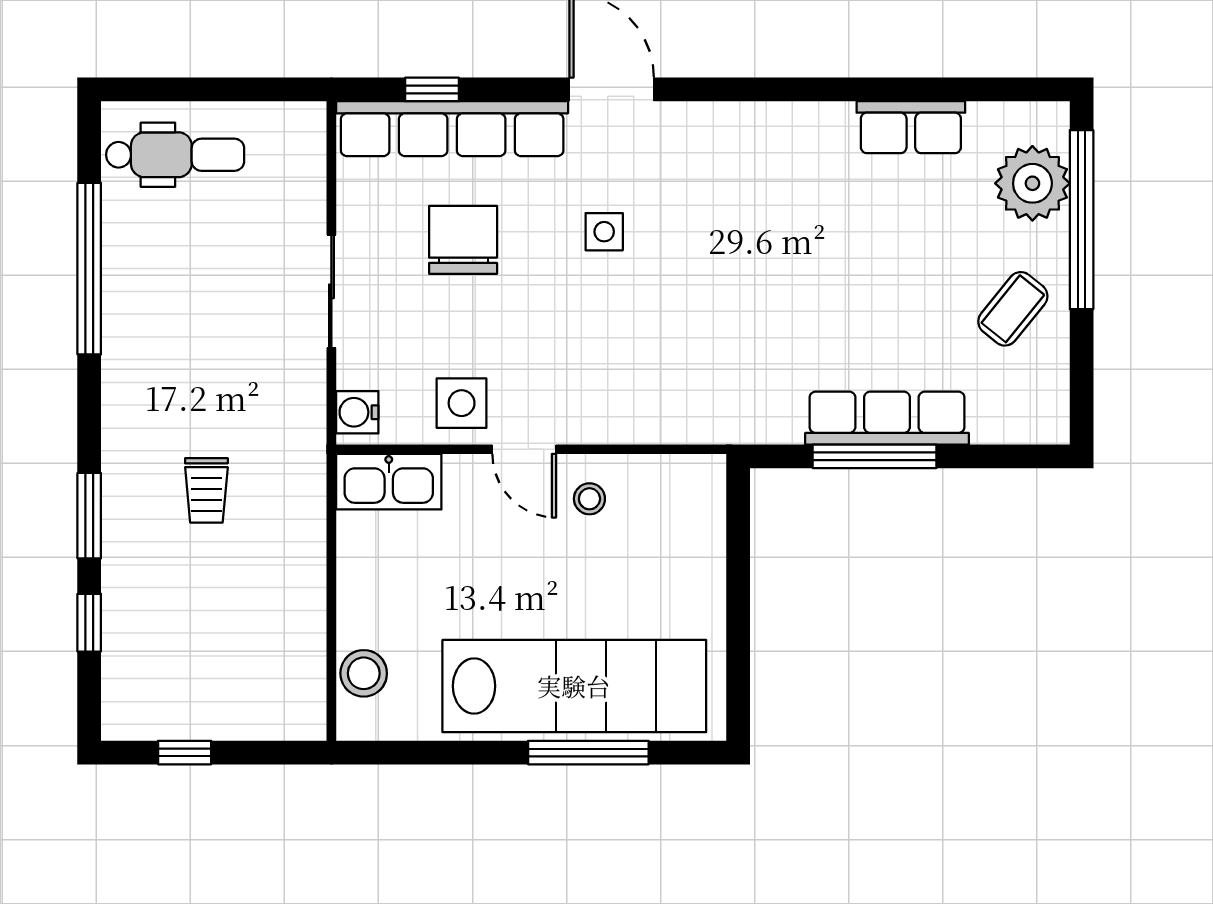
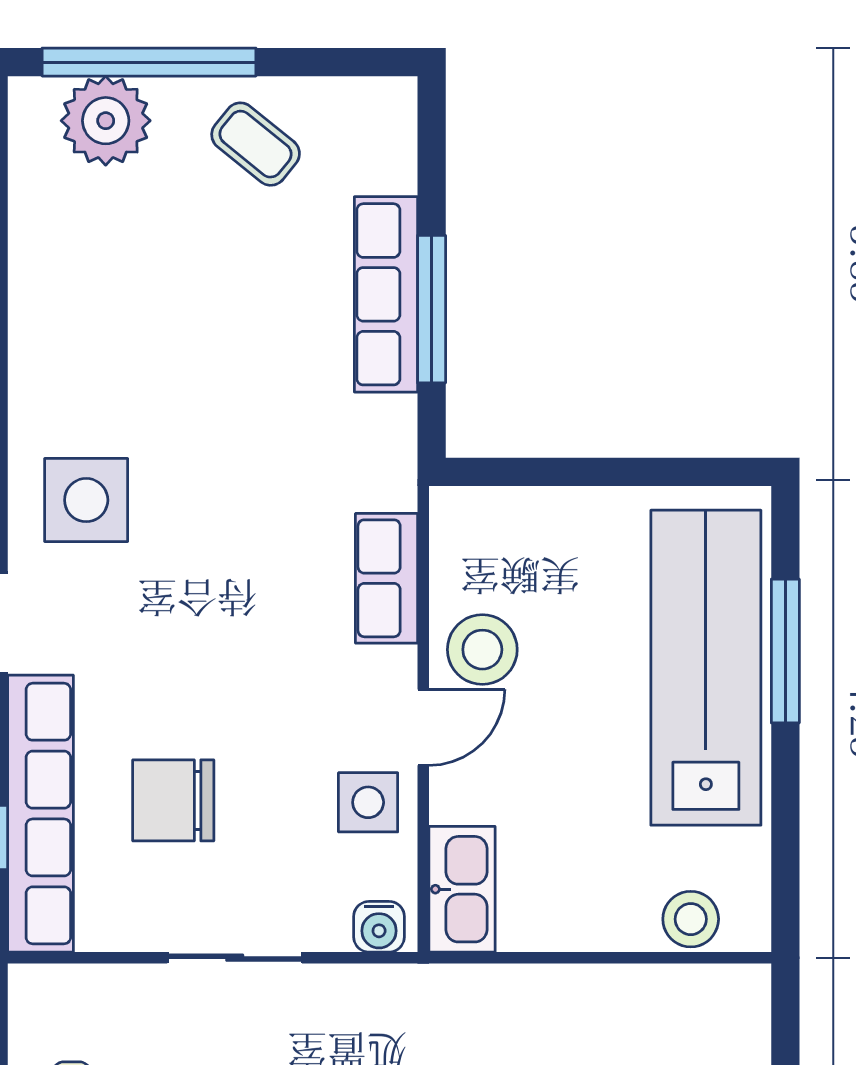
row of seats: (911, 127) -> (387, 578), moved, turned 180
side table: (604, 232) -> (86, 500), moved, width x1.87, depth x1.87
stool: (589, 499) -> (482, 650), width x1.89, depth x1.89

